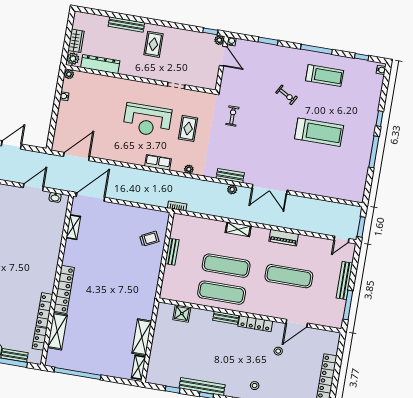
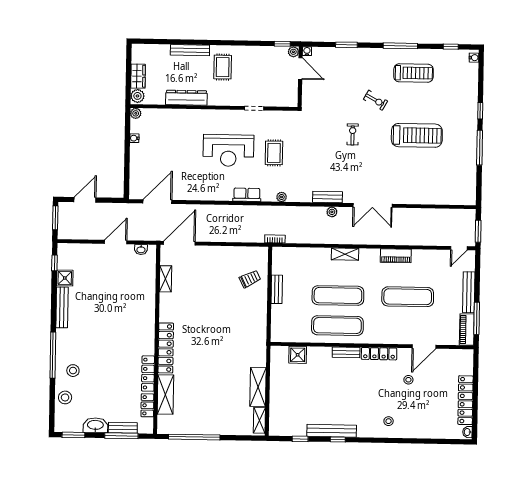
dresser: (100, 64) -> (186, 98), moved
exercise bike: (232, 116) -> (353, 134), moved
piano: (338, 314) -> (467, 330), added

